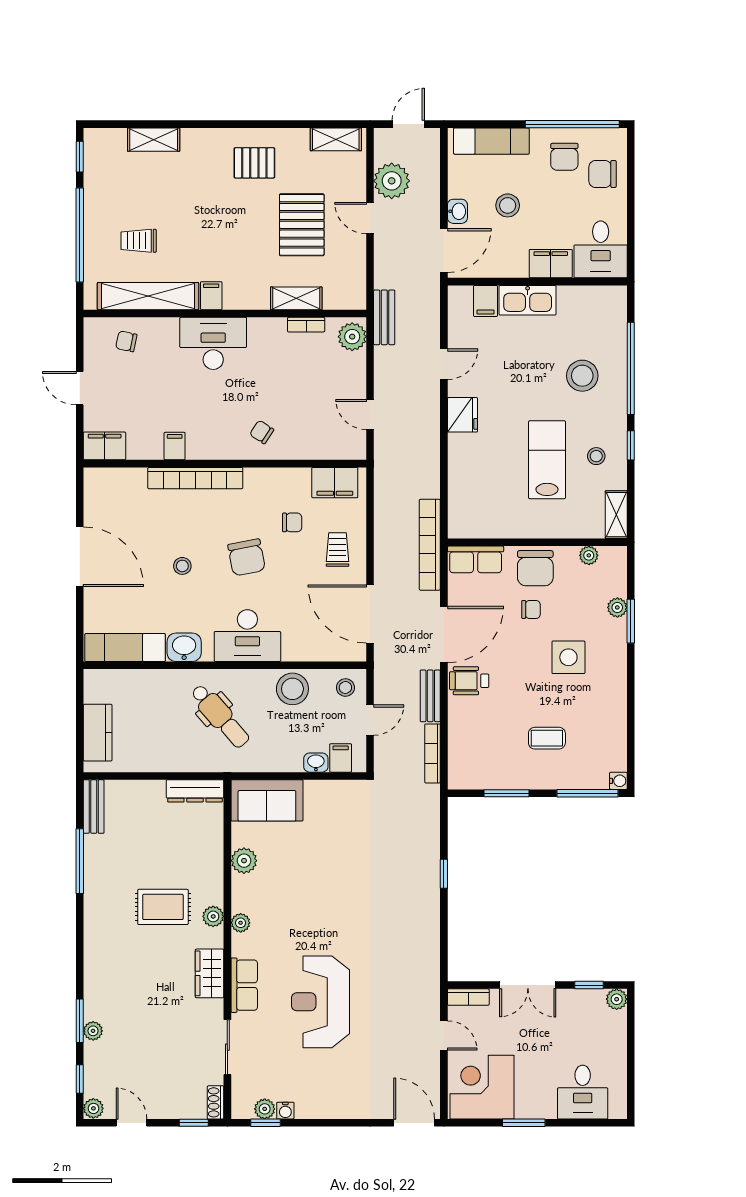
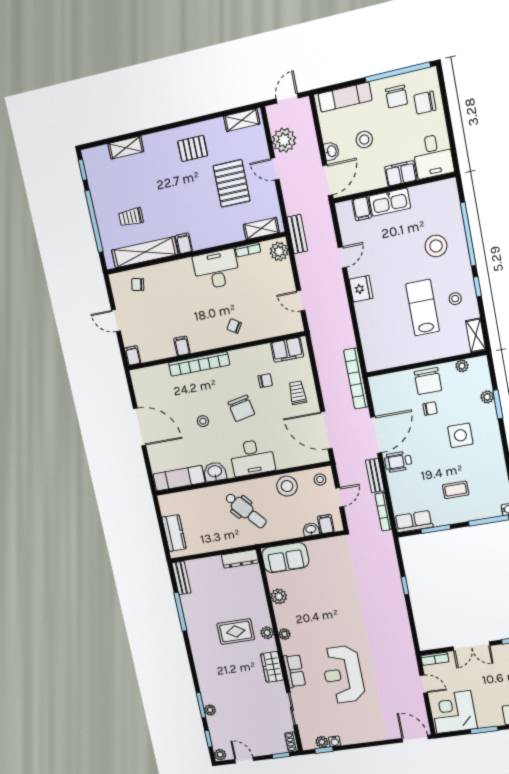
shelving: (296, 298) -> (261, 229), moved
desk: (213, 343) -> (216, 269), moved
filing cabinet: (105, 446) -> (133, 356), width x0.50
row of seats: (476, 559) -> (414, 521), moved, turned 180

